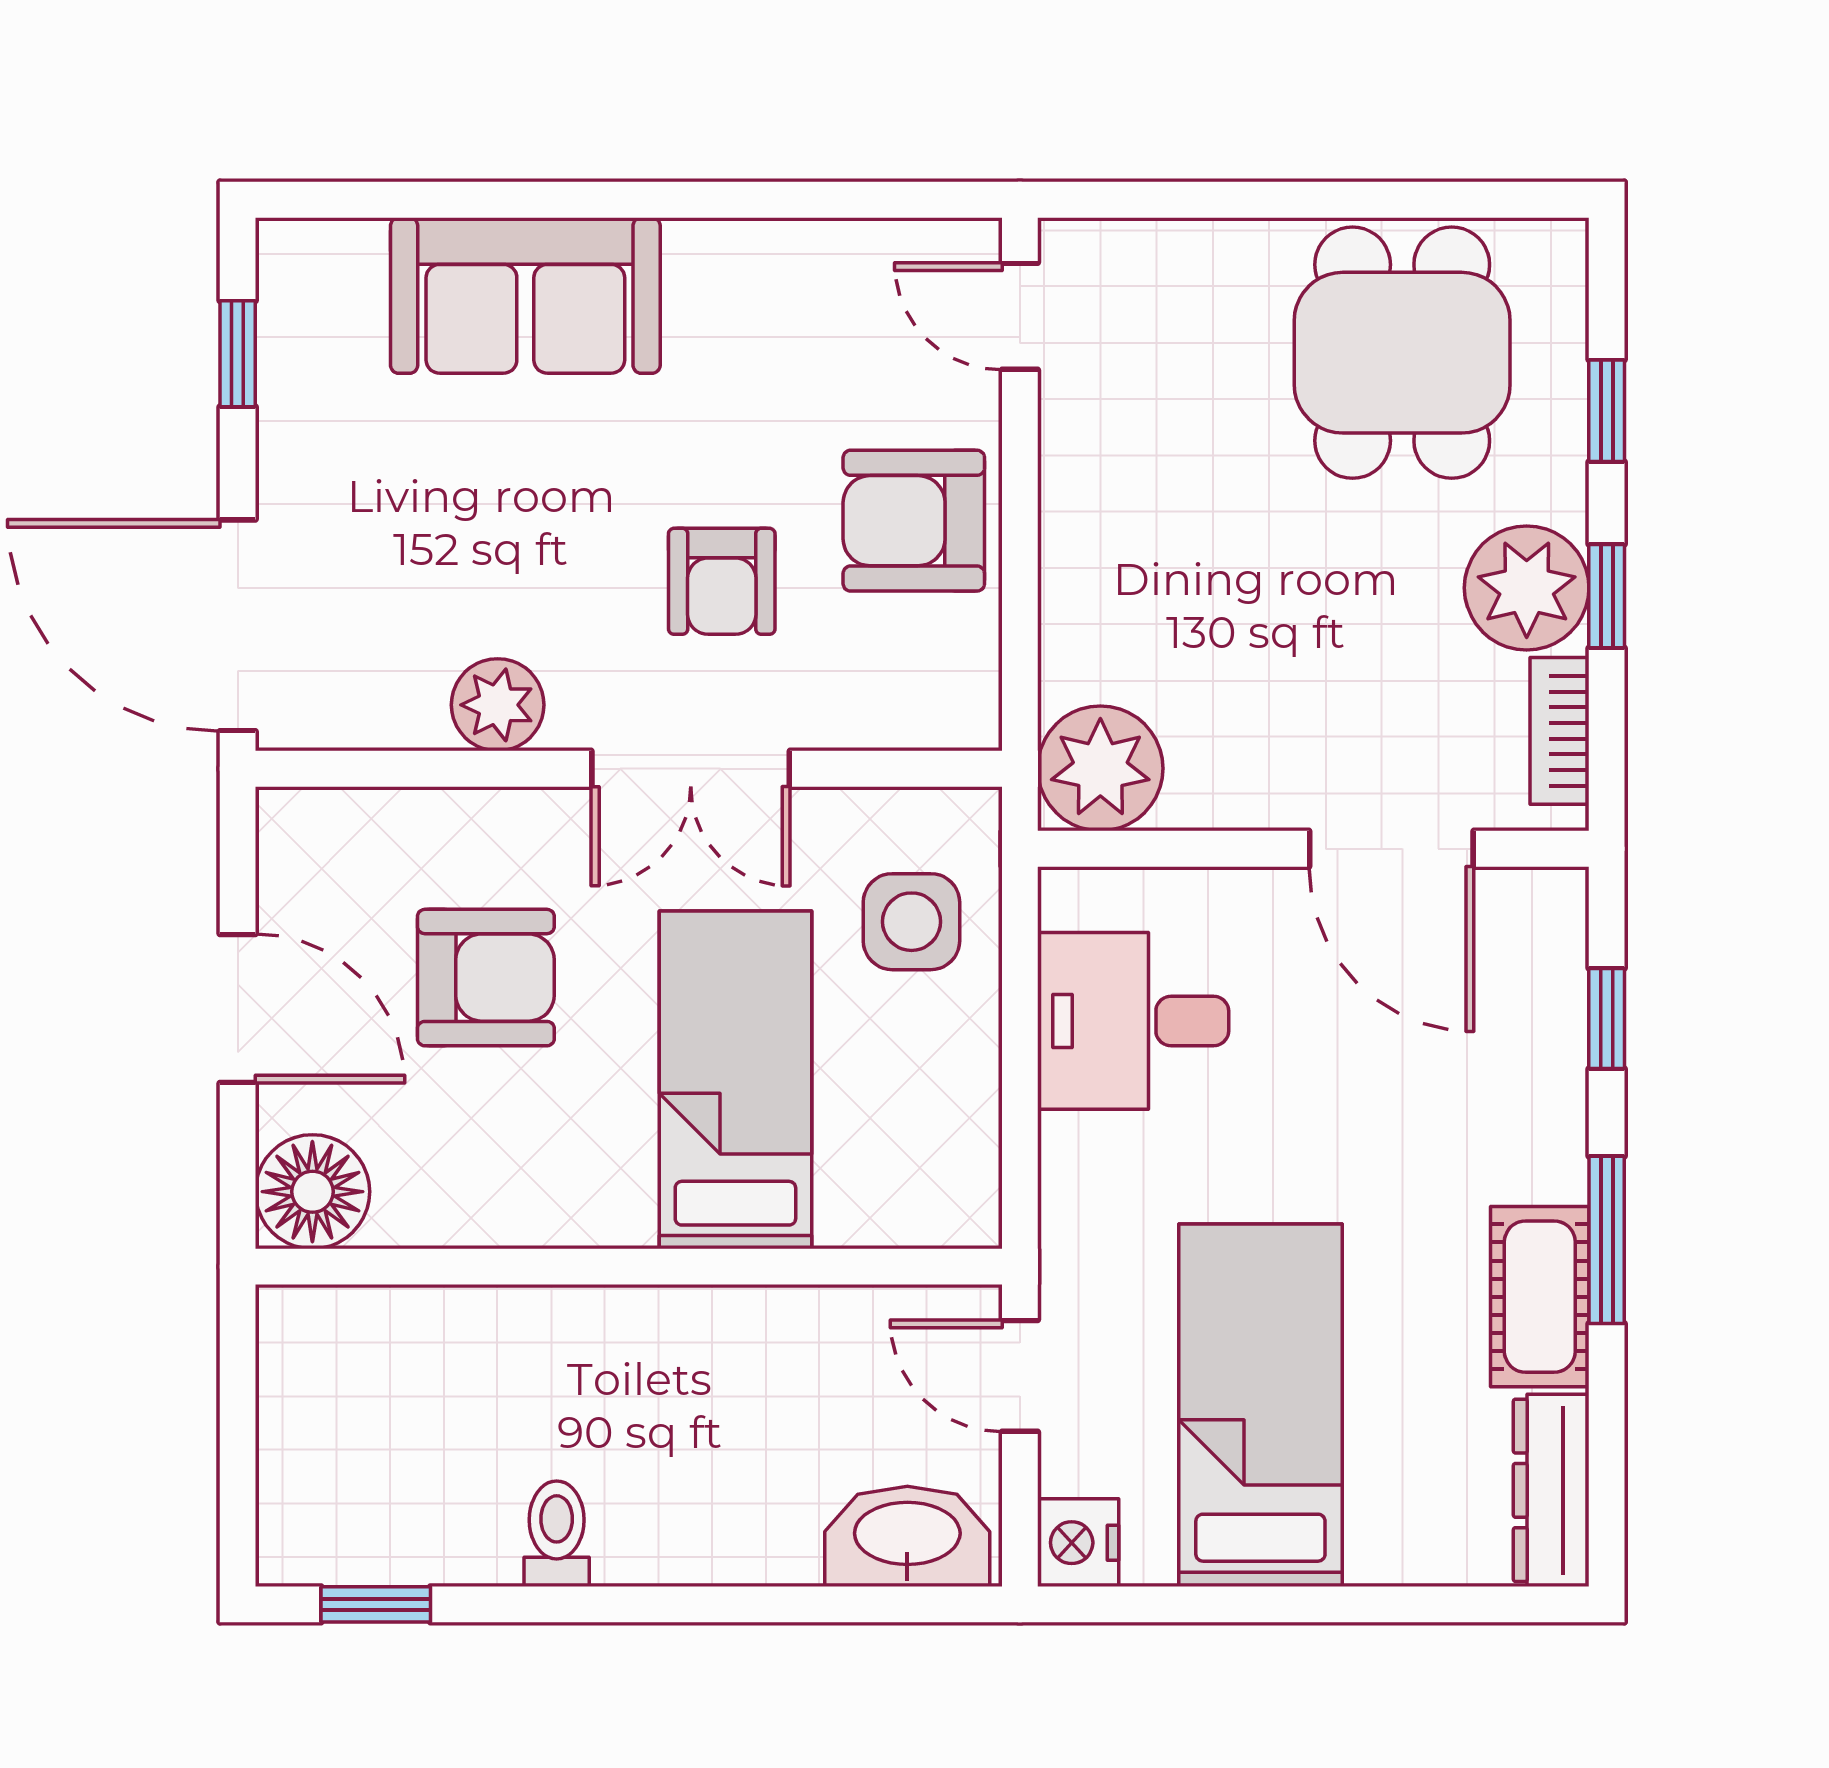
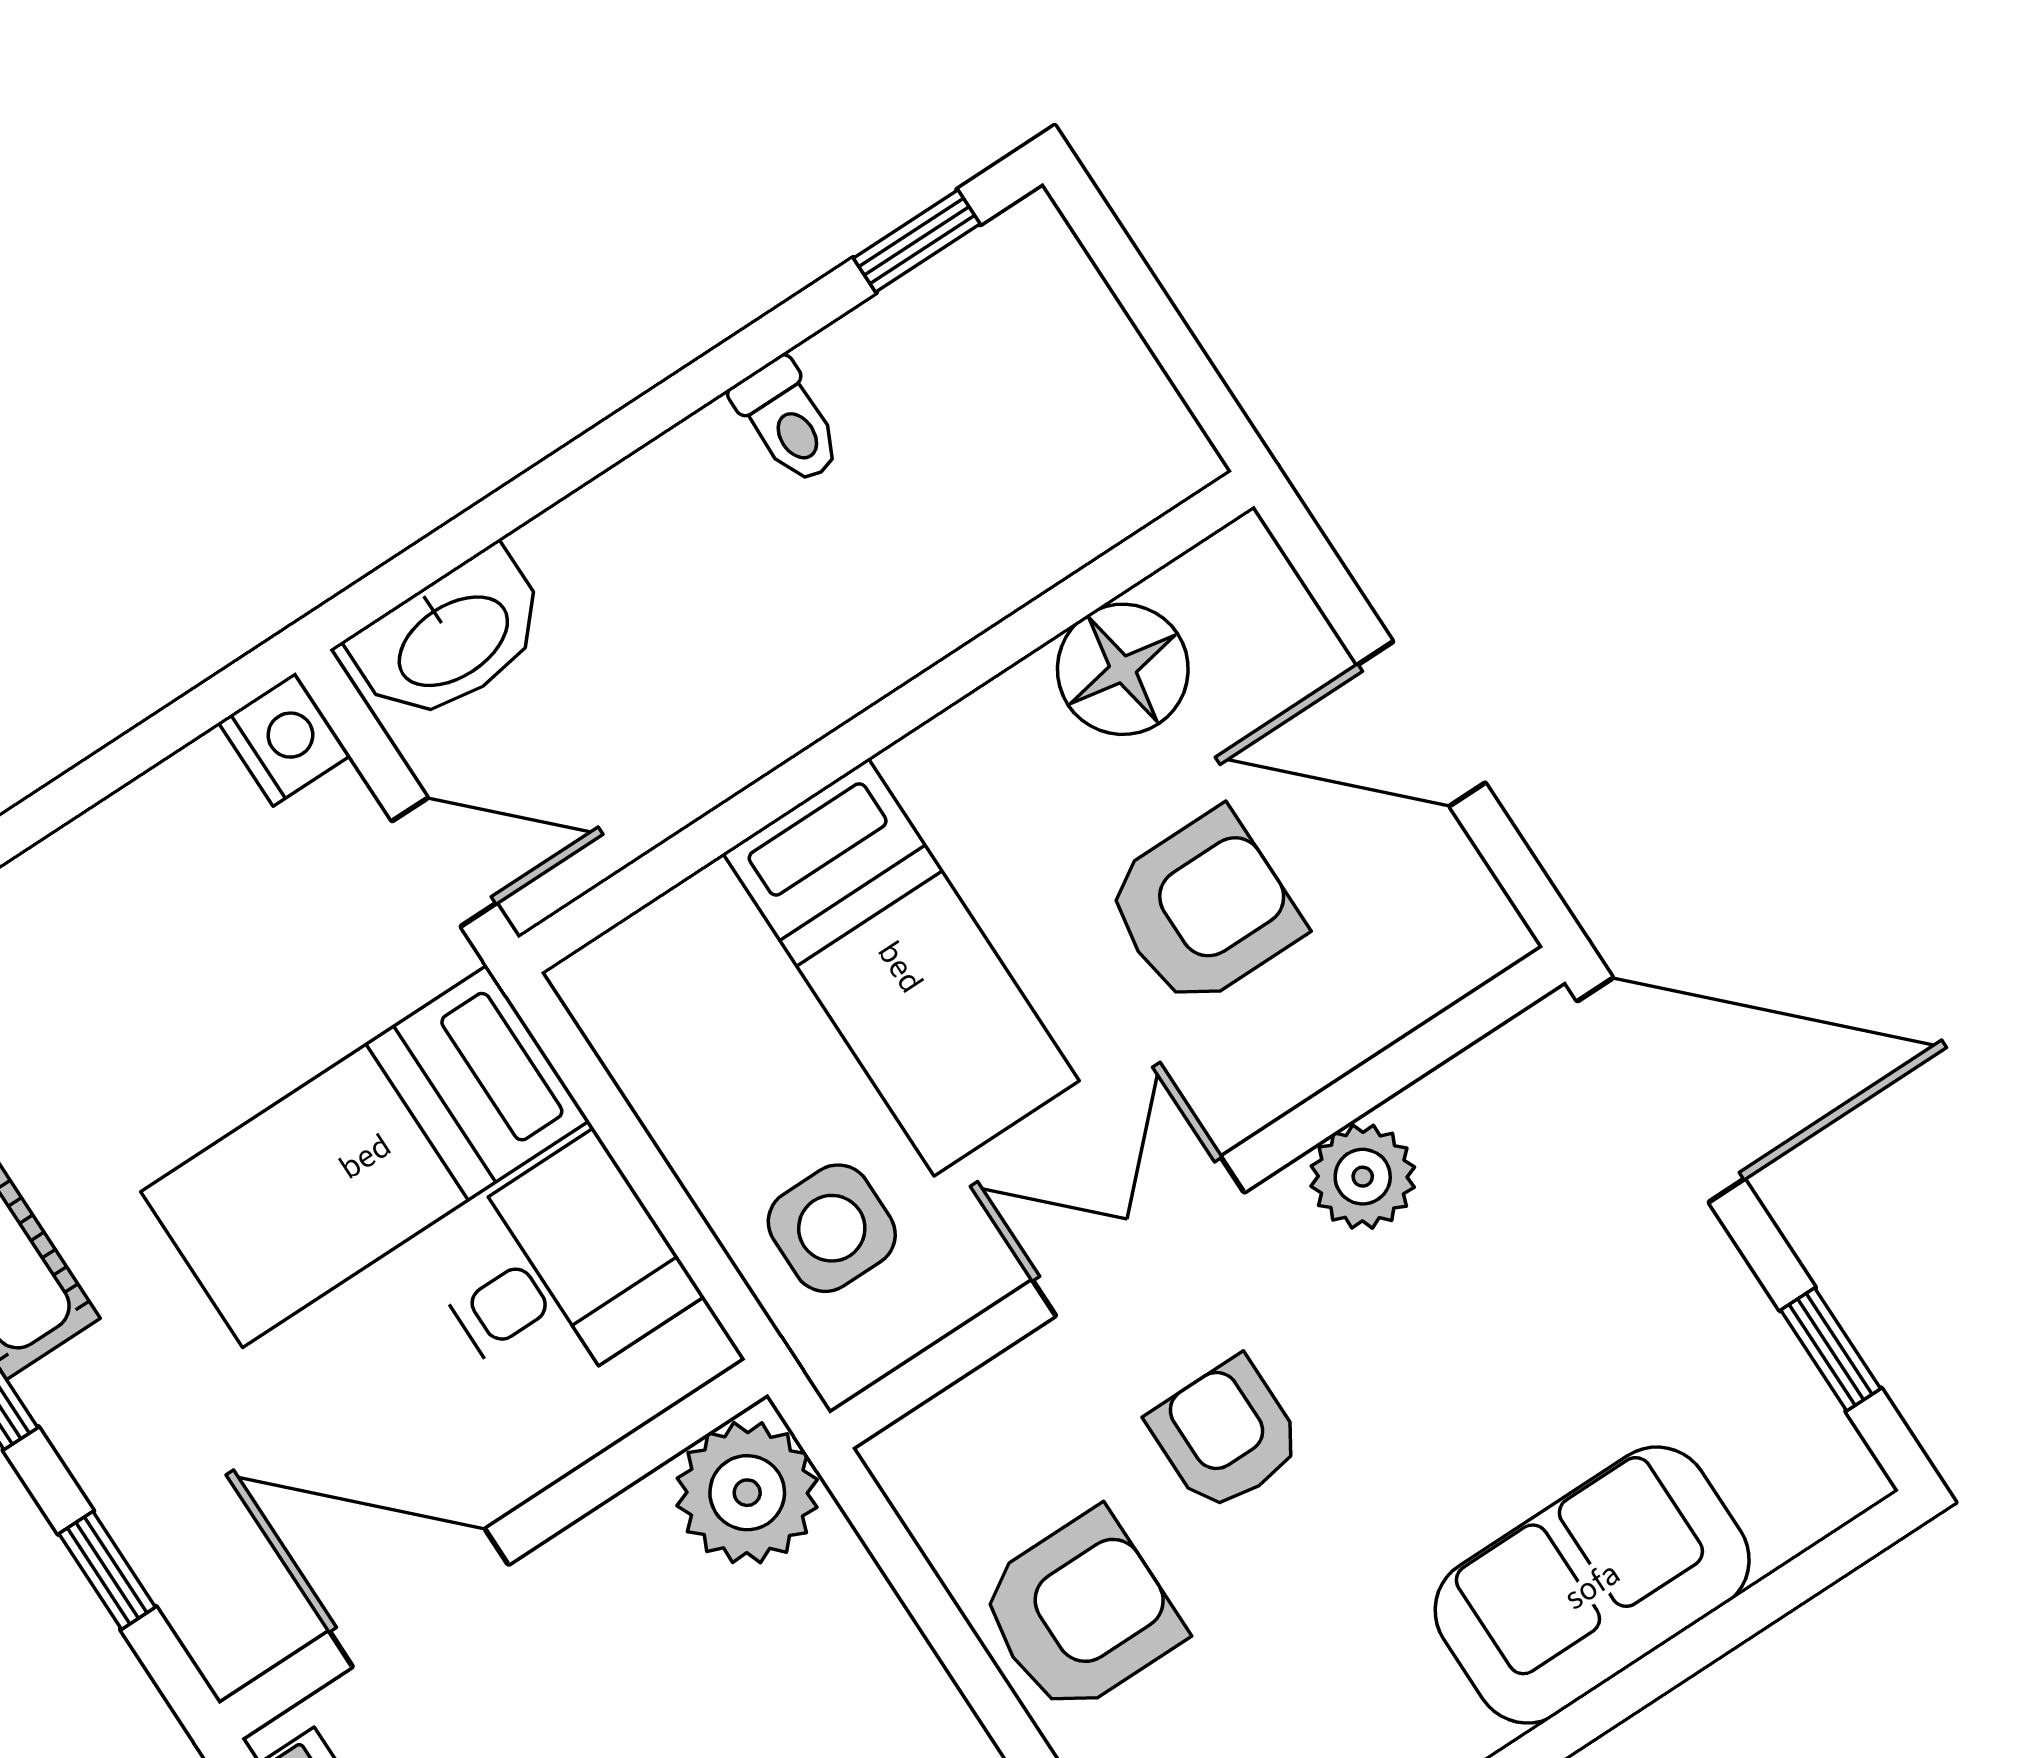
armchair: (486, 978) -> (1203, 909), turned 180
floor lamp: (312, 1192) -> (1123, 669), moved
bed: (1260, 1405) -> (365, 1156), moved, turned 90

